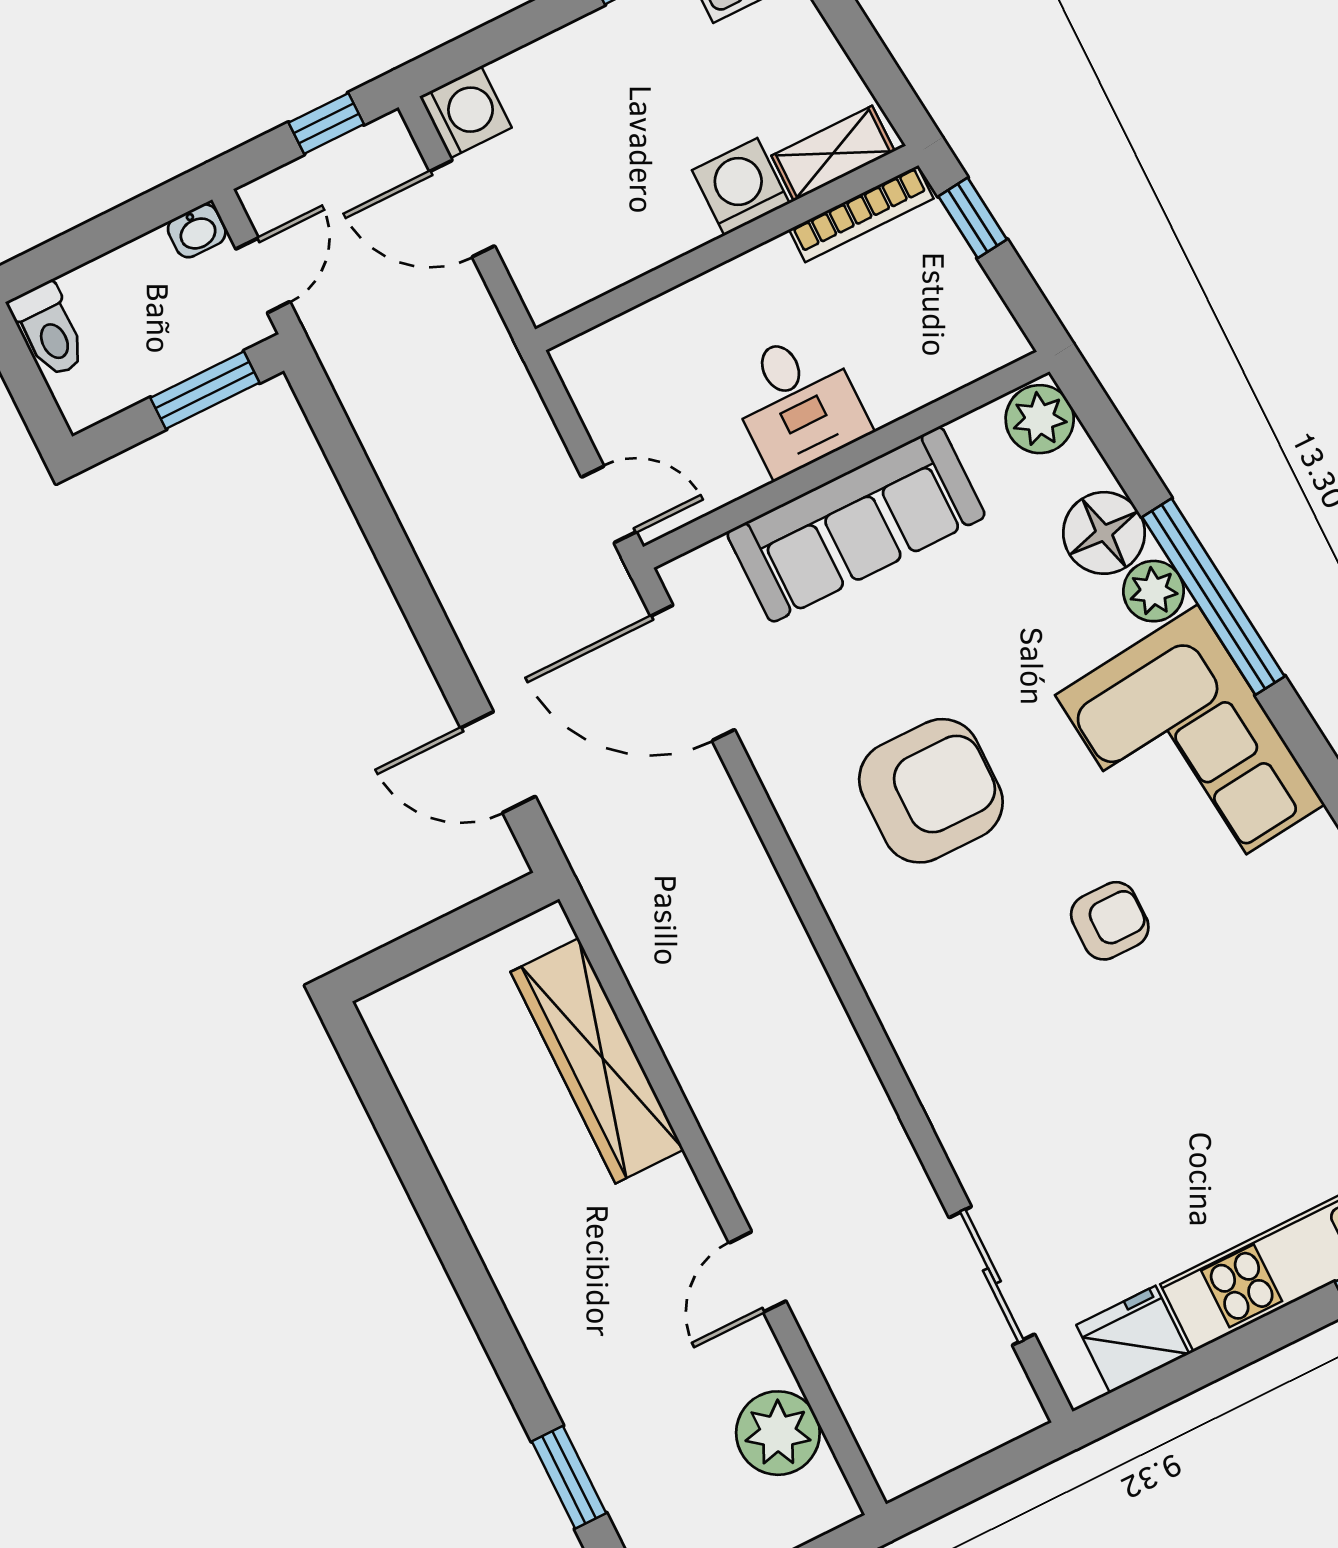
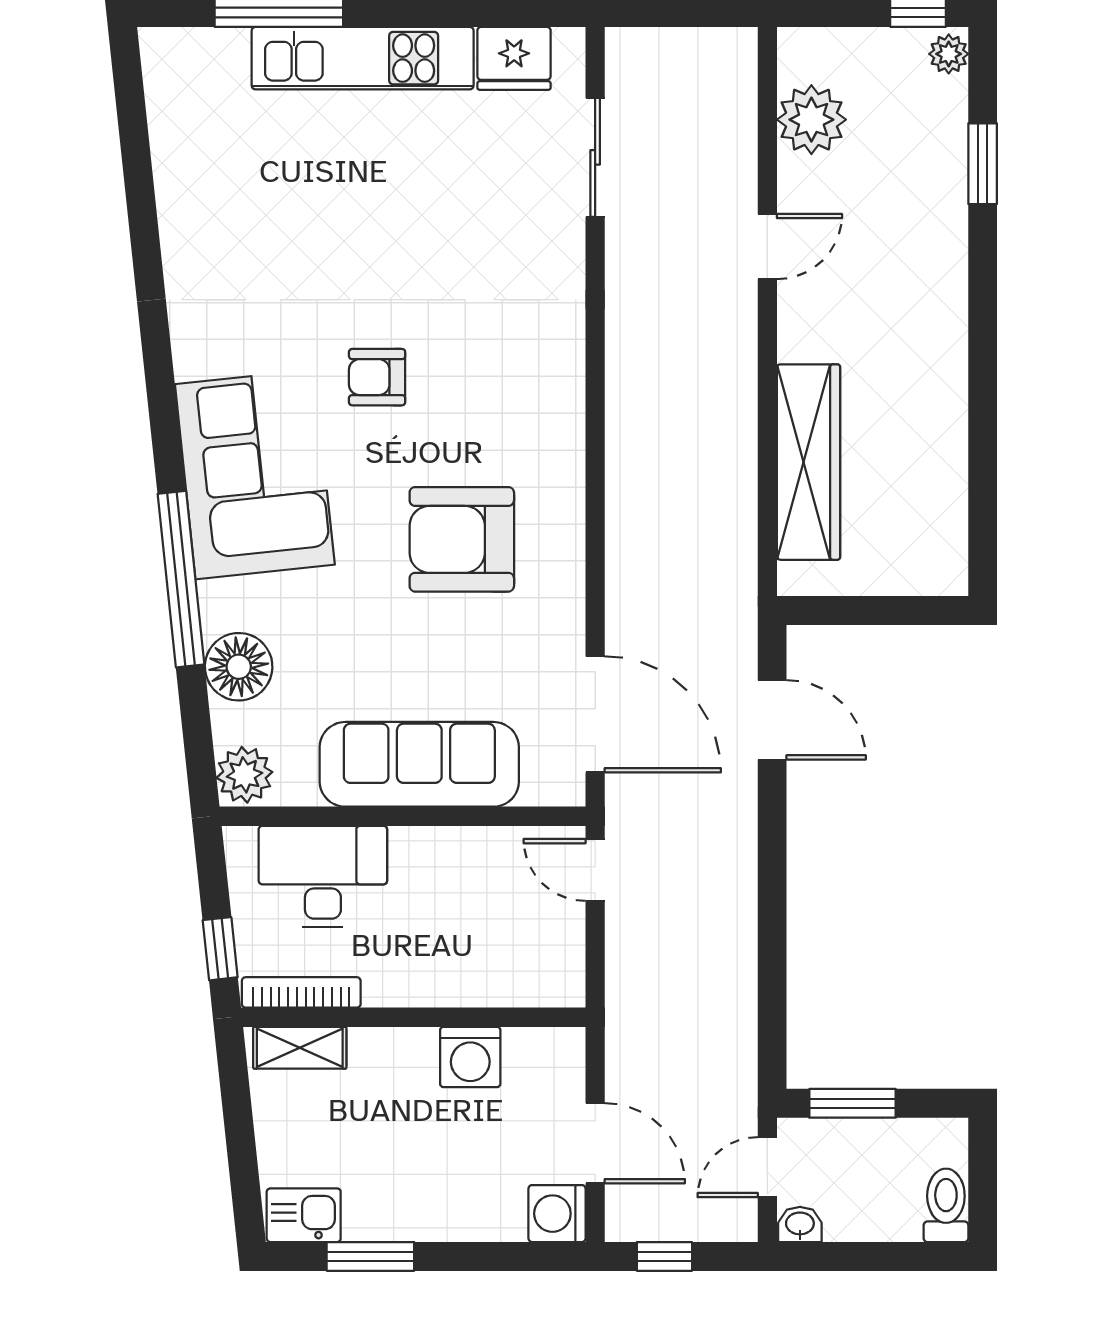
washing machine: (741, 187) -> (470, 1057), moved
desk: (797, 402) -> (323, 876), moved, width x1.37
plant: (1154, 591) -> (223, 605), removed

